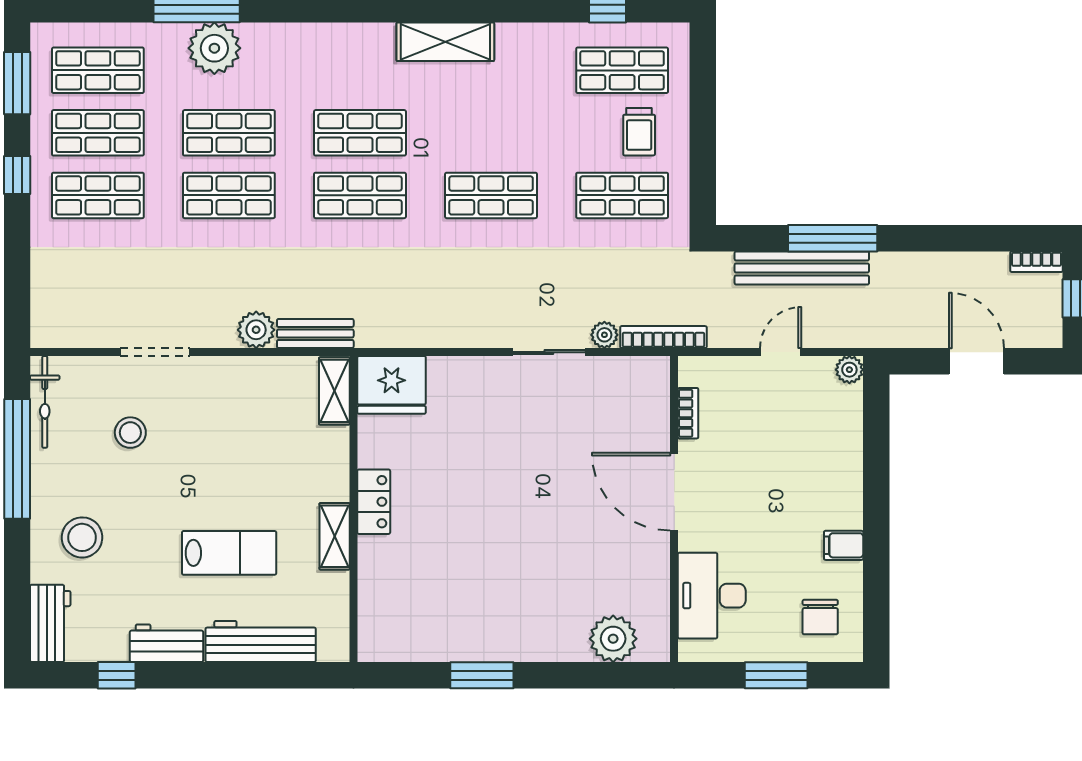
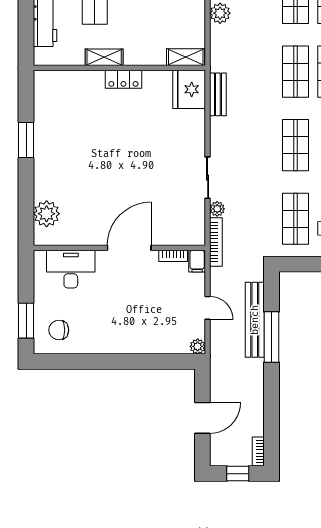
bench: (315, 333) -> (218, 94), moved
filing cabinet: (844, 545) -> (197, 261), moved, turned 180
window: (776, 675) -> (26, 321), moved

